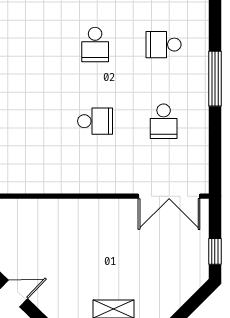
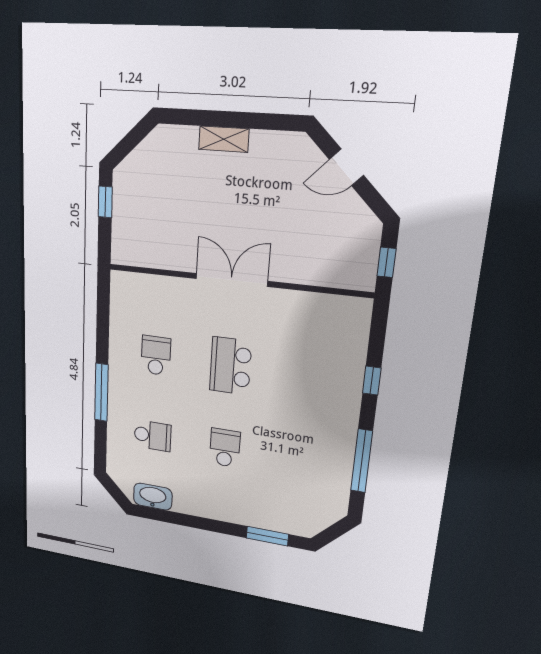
school desk: (95, 121) -> (230, 366), width x1.85
double door: (169, 196) -> (232, 280), moved

